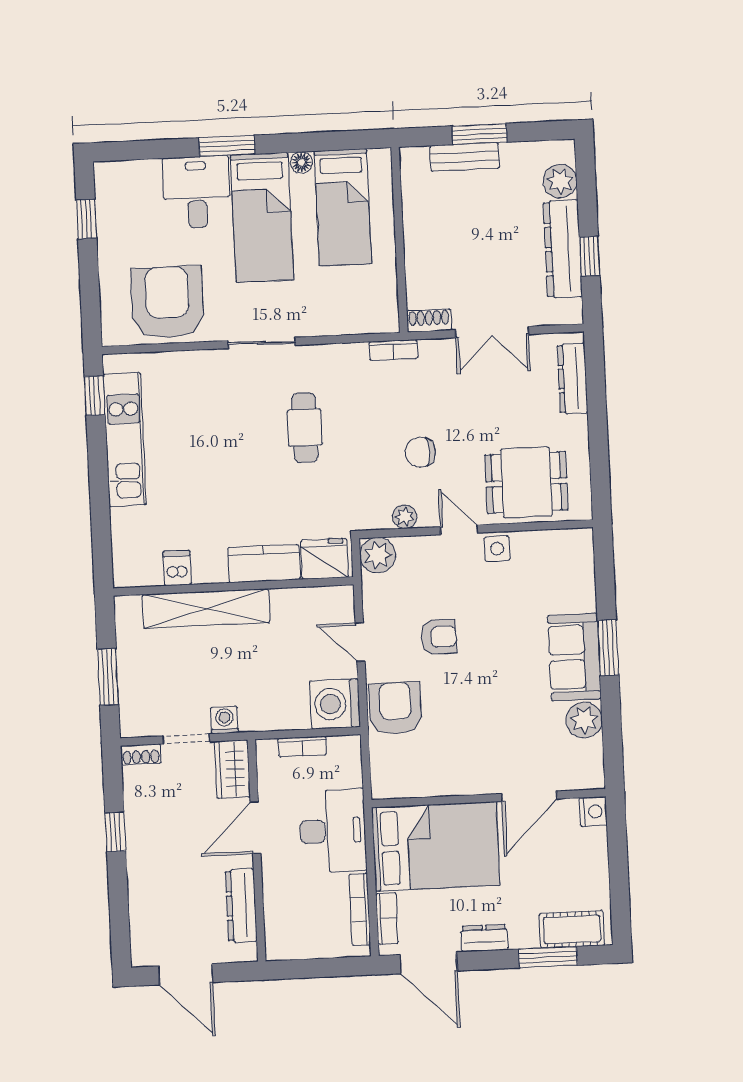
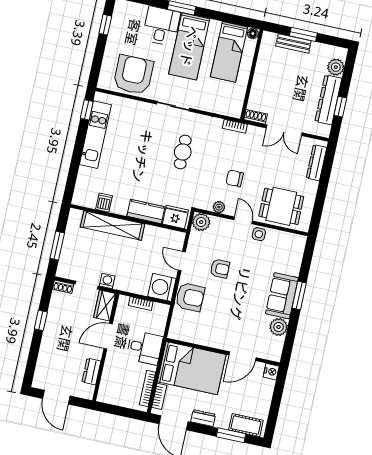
floor lamp: (301, 162) -> (253, 33), moved
armchair: (395, 708) -> (190, 297), turned 90
desk: (333, 831) -> (145, 348), width x0.73
dresser: (241, 906) -> (91, 371), width x0.70

